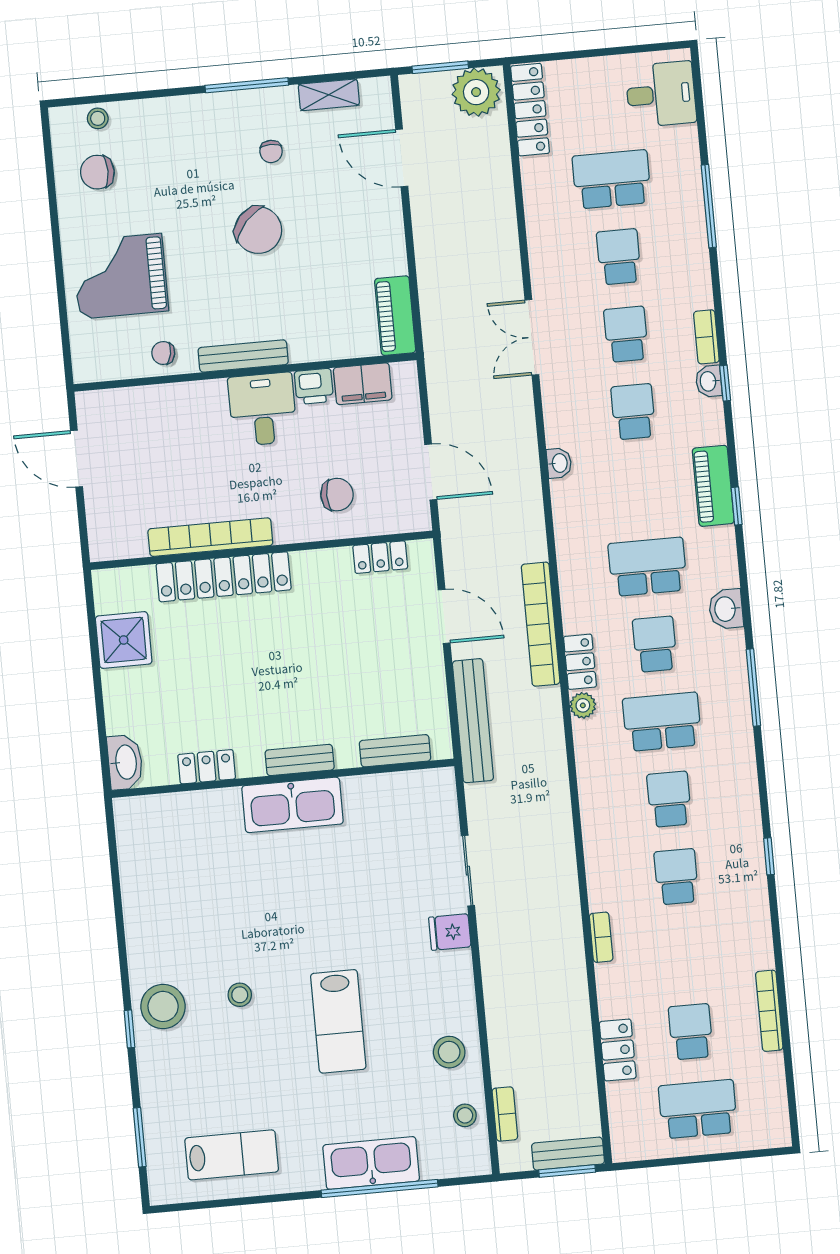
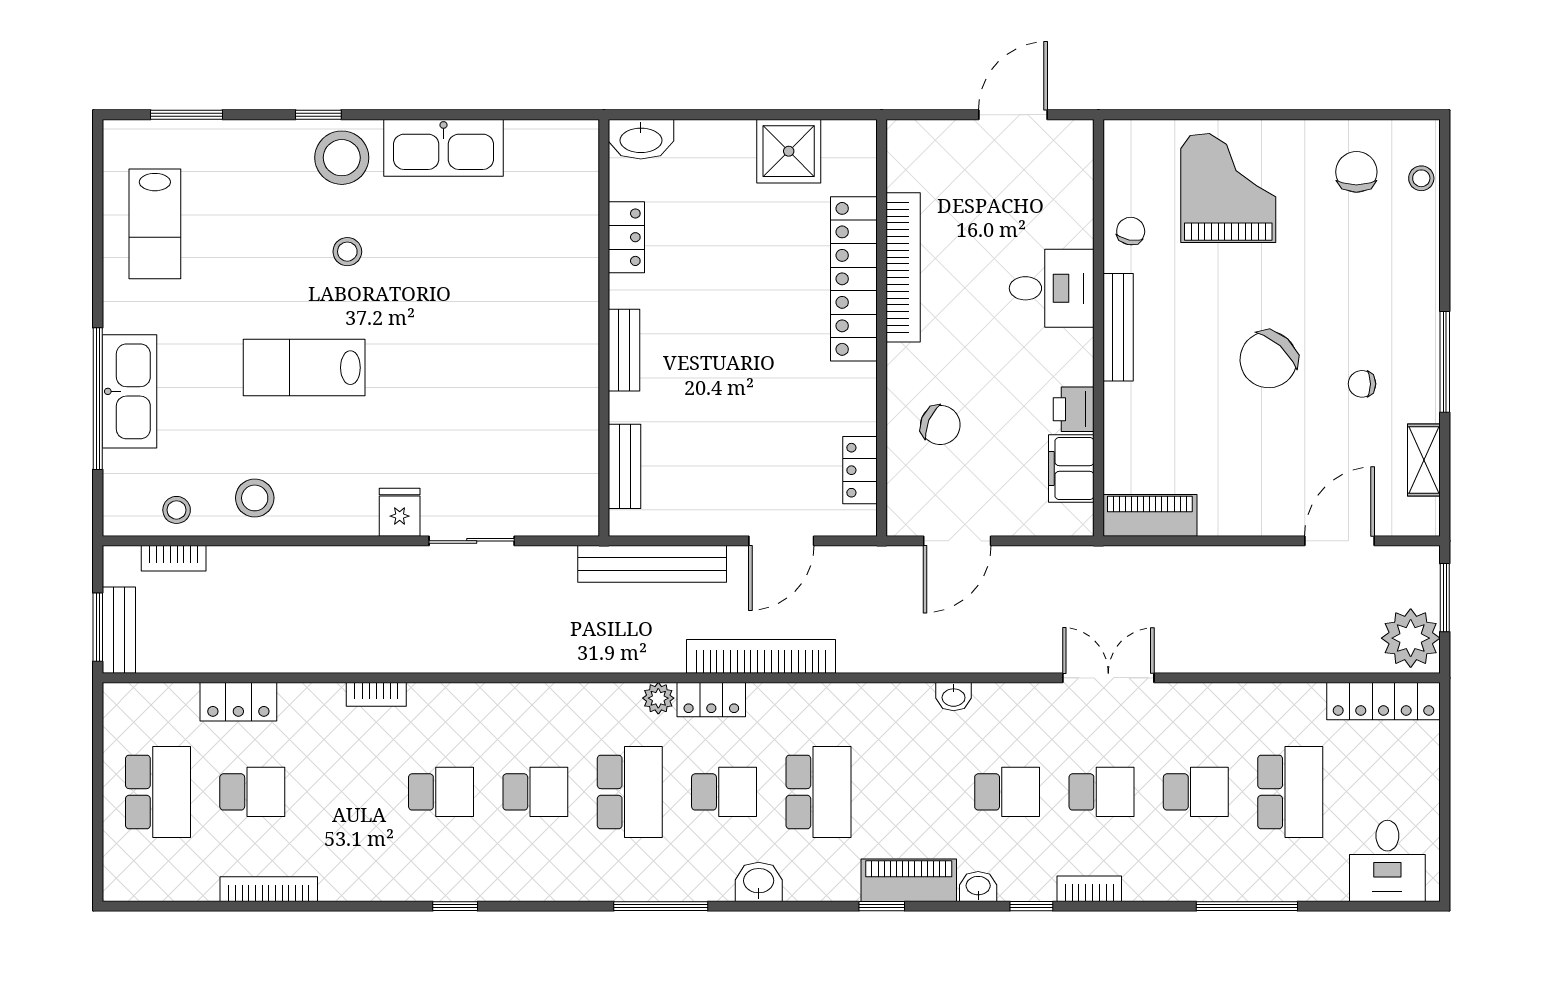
washbasin: (709, 381) -> (978, 887), moved
desk: (263, 409) -> (1052, 288), moved
chair: (337, 495) -> (940, 425), turned -67
kitchen sink: (292, 805) -> (443, 148), moved, turned -90

